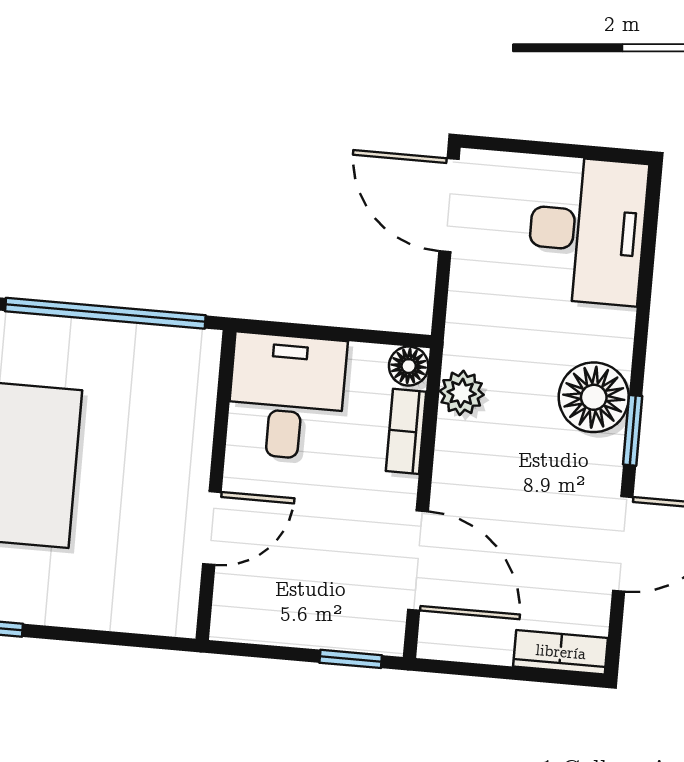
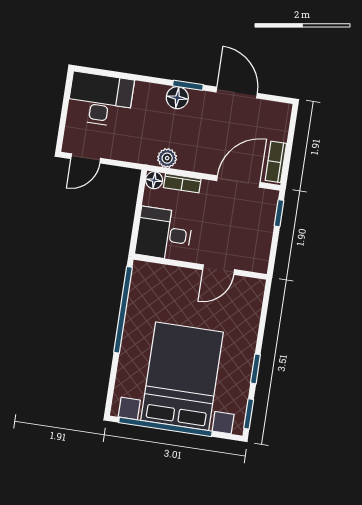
door: (449, 205) -> (86, 158), width x0.73
floor lamp: (594, 397) -> (177, 98), width x0.73, depth x0.73
door: (212, 528) -> (219, 270), swing flipped
bookcase: (561, 652) -> (276, 162), moved

